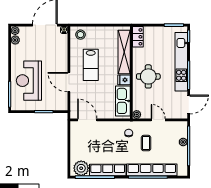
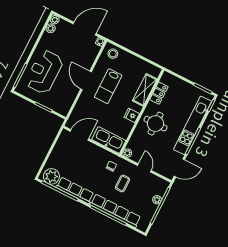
locker: (138, 37) -> (159, 93), moved
shelving: (124, 52) -> (145, 90), width x0.68
door: (69, 82) -> (86, 80), moved
kitchen sink: (123, 101) -> (109, 140), moved, turned 90
door: (87, 120) -> (79, 135), hinge flipped

